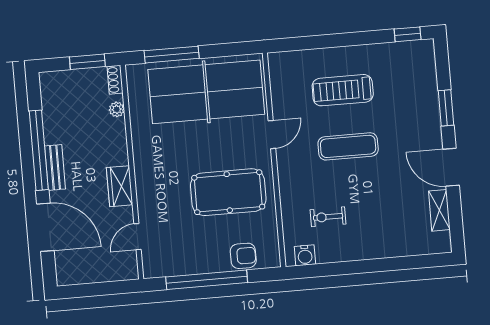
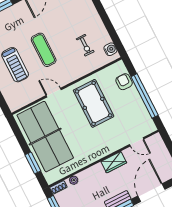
window: (172, 55) -> (33, 163), width x0.69

